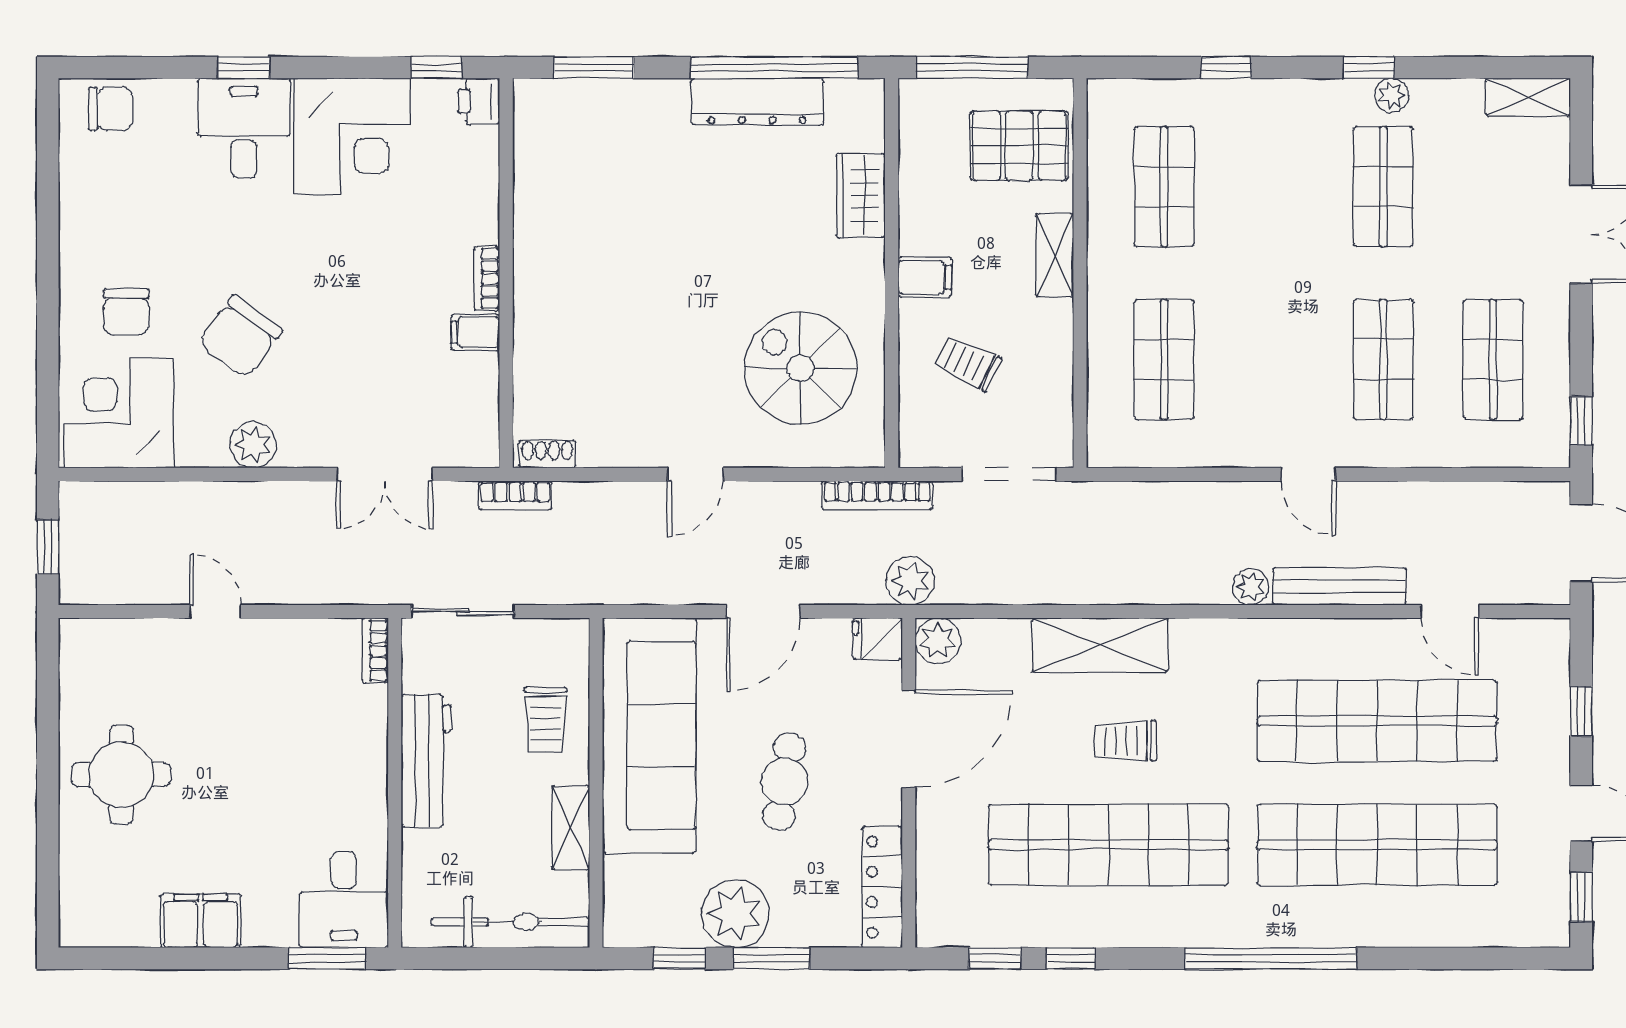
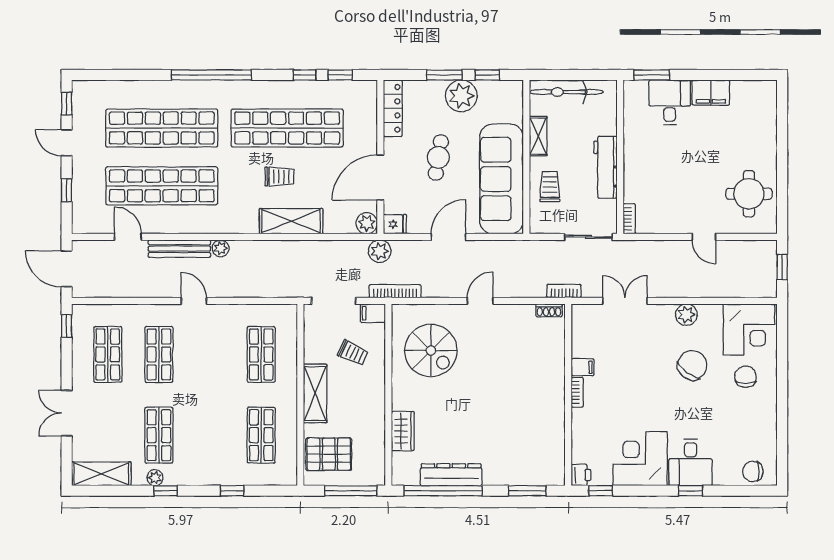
shelving: (1528, 97) -> (101, 474), width x1.50, depth x1.33
shelving: (1055, 255) -> (315, 393), width x1.50, depth x1.33
filing cabinet: (925, 277) -> (373, 313), moved
round table: (121, 775) -> (749, 194), moved
desk: (344, 900) -> (670, 102), moved

